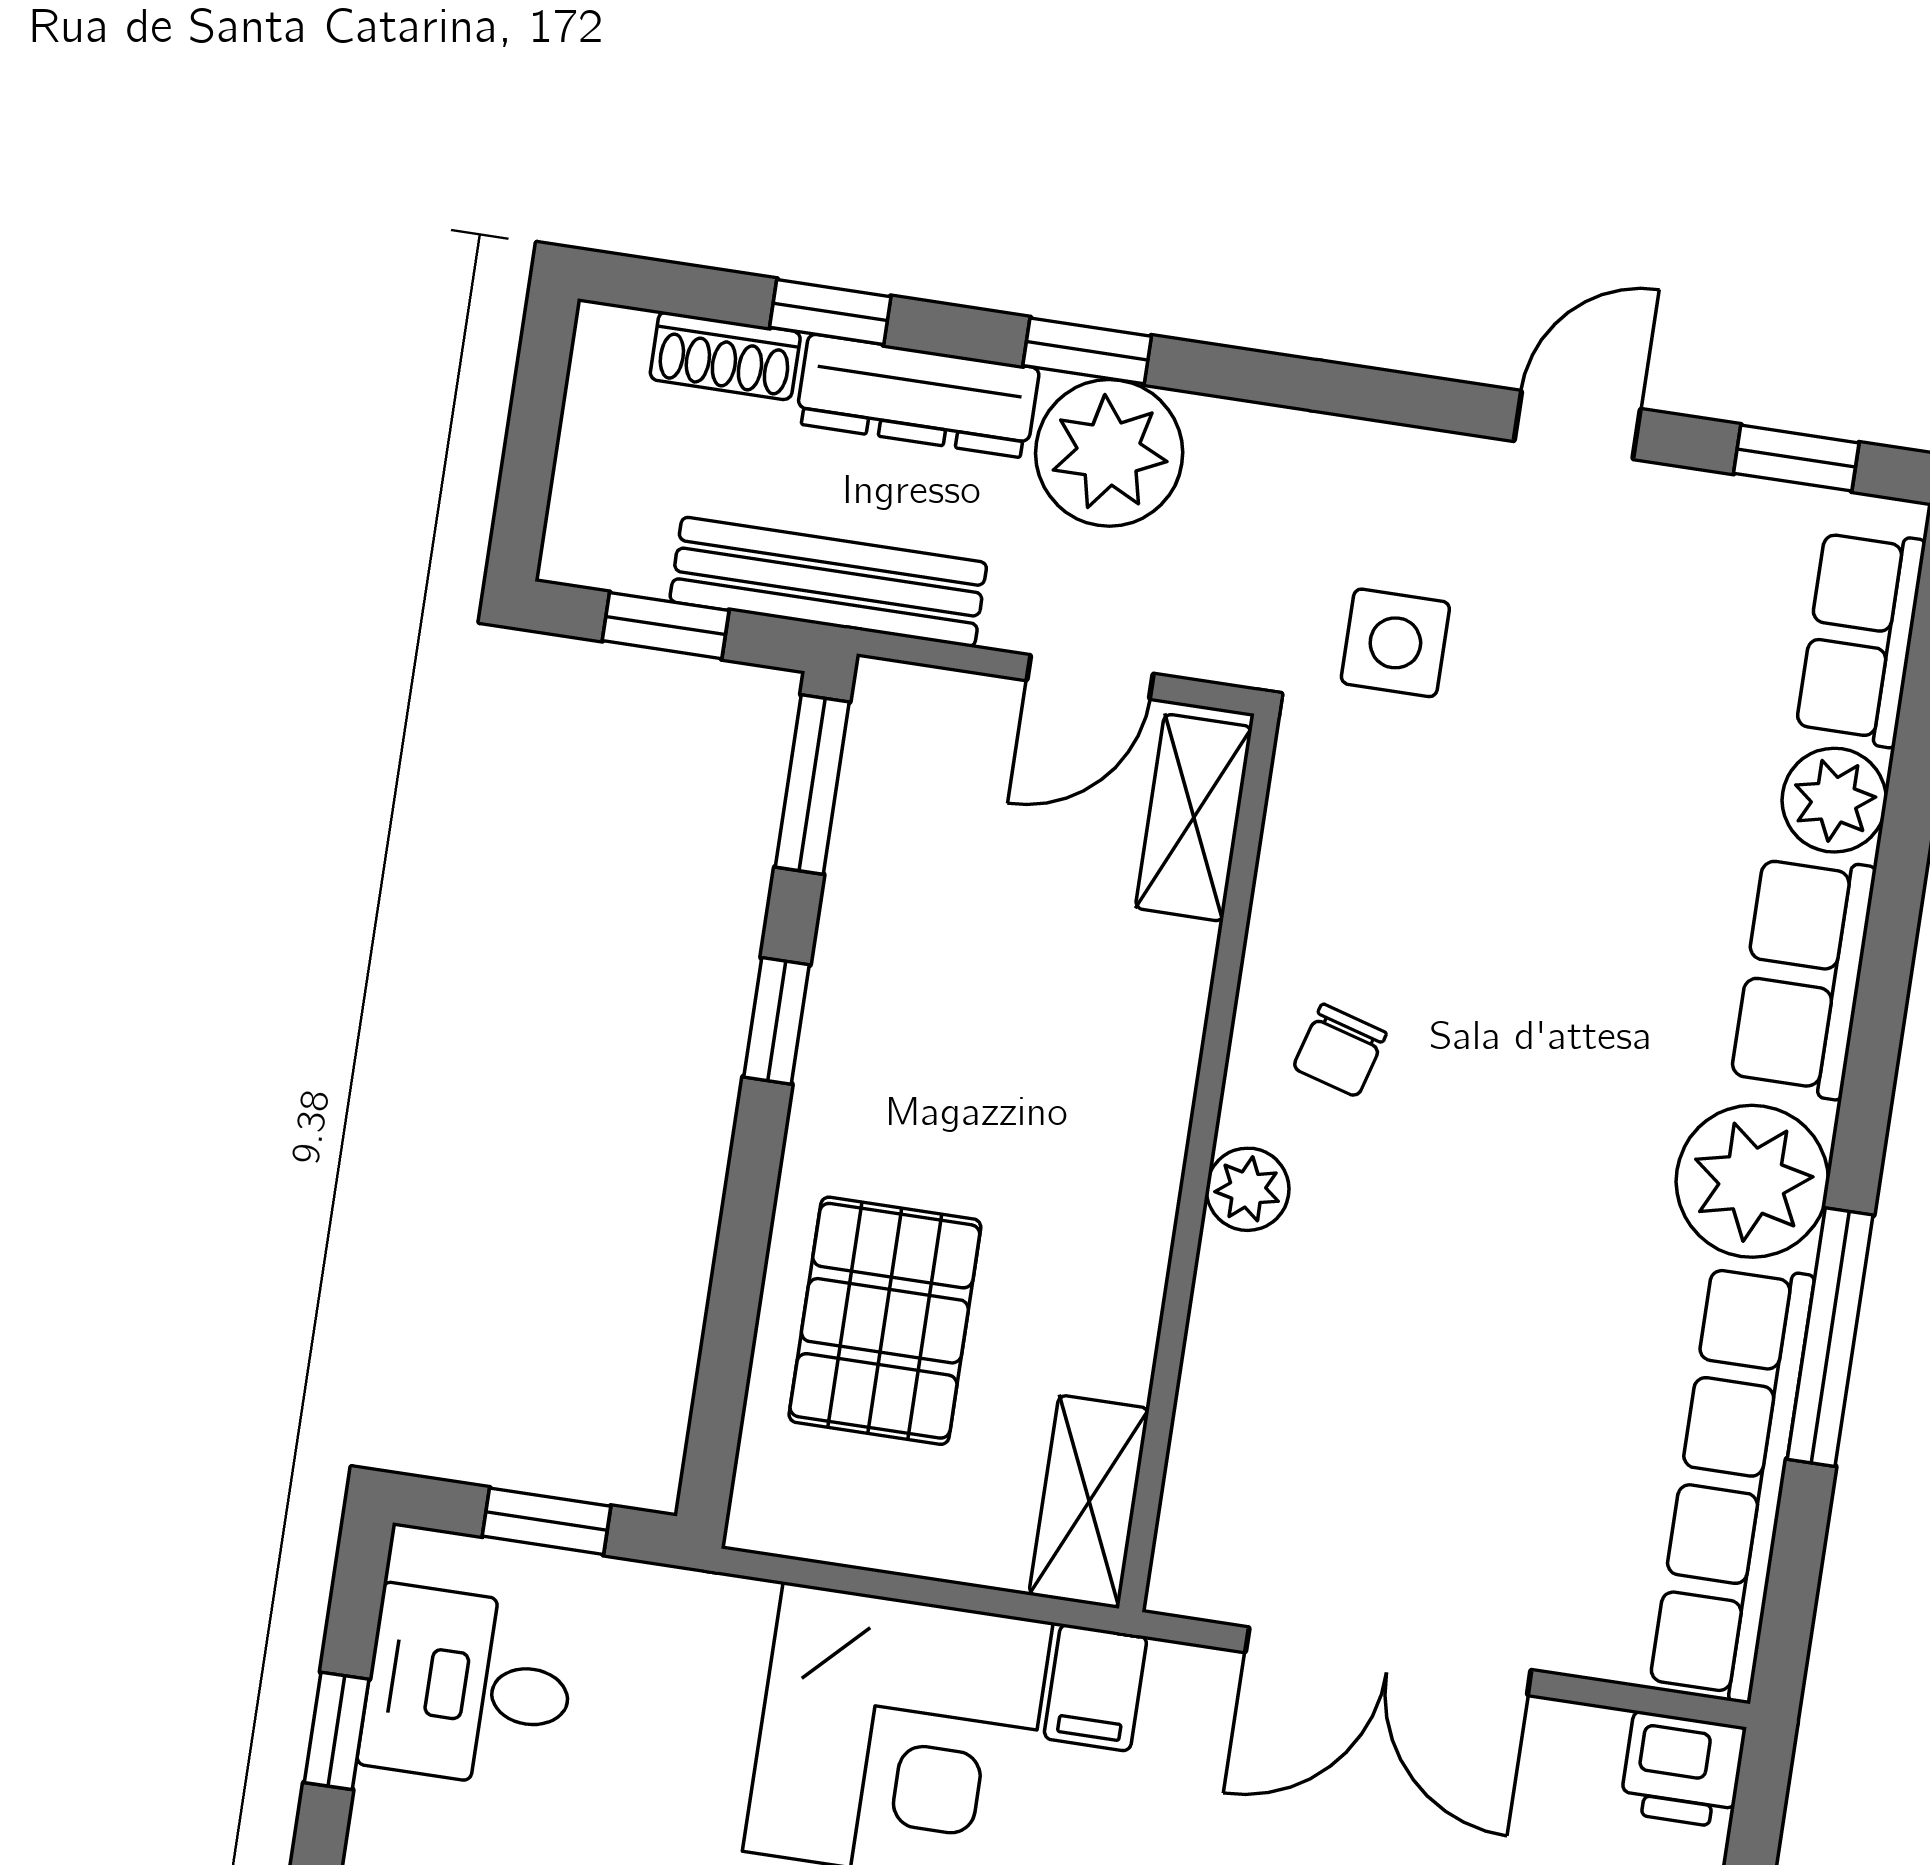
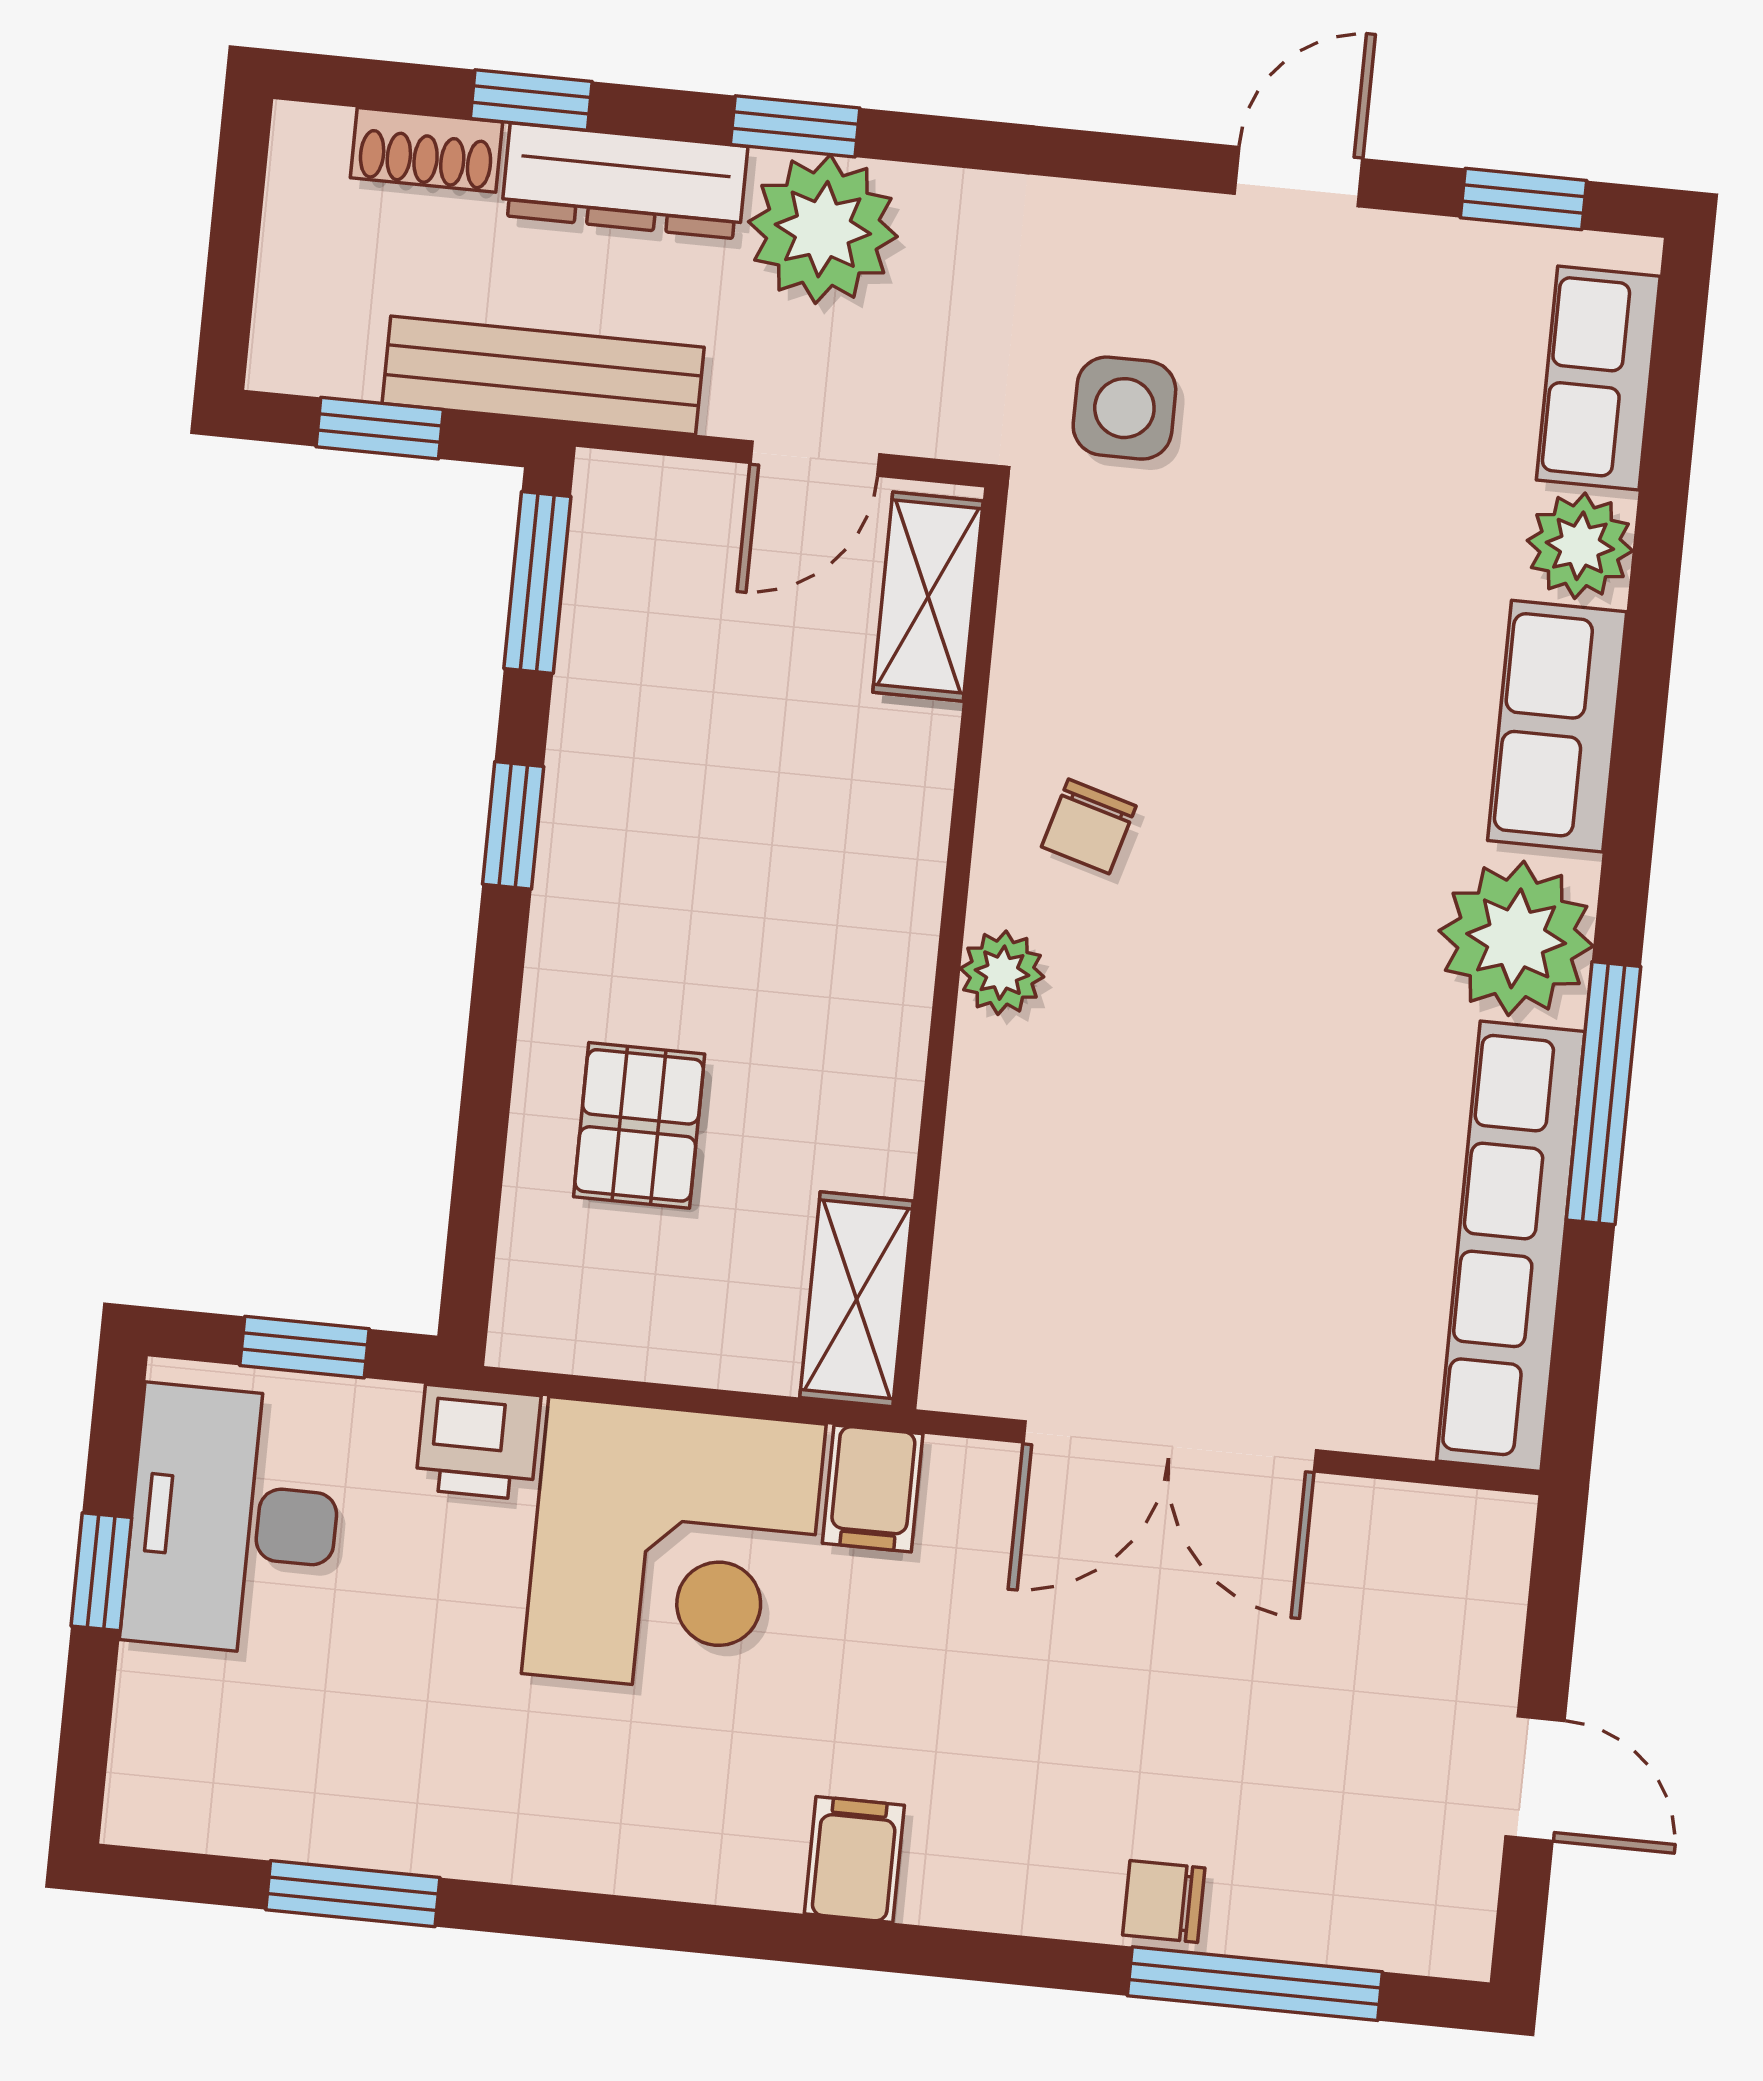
pallet: (885, 1321) -> (639, 1125), width x0.67, depth x0.71
desk: (469, 1687) -> (234, 1521), width x1.37
printer: (1683, 1770) -> (478, 1442), moved

